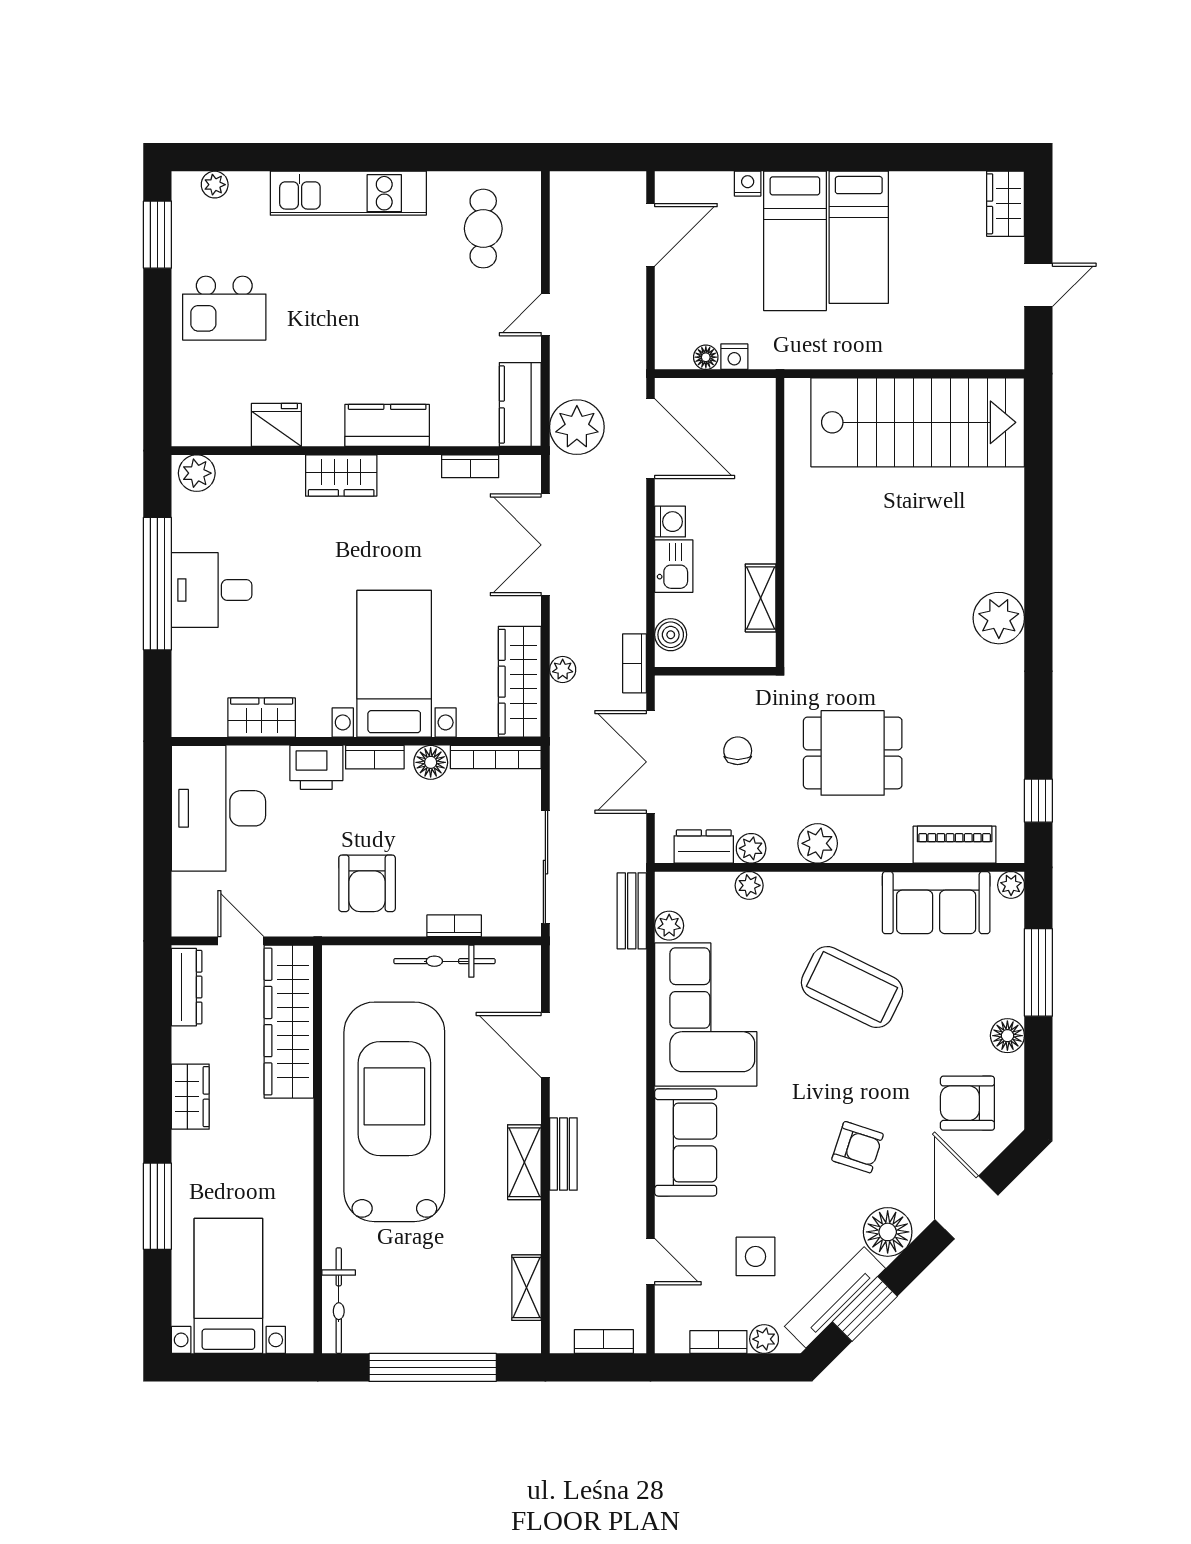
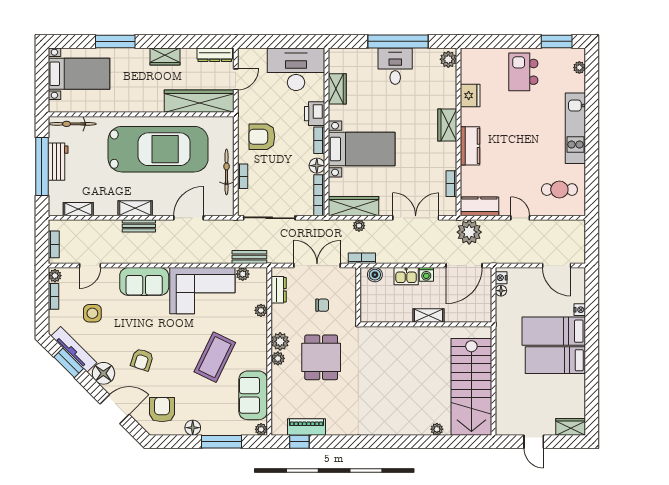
nightstand: (734, 357) -> (501, 278), moved
shelving: (761, 598) -> (429, 316), moved
plant: (999, 618) -> (437, 429), moved, width x0.53, depth x0.53
piano: (955, 845) -> (306, 427), moved, turned -90
plant: (751, 848) -> (278, 358), moved
workbench: (422, 1332) -> (58, 162), added
plant: (764, 1339) -> (55, 276), moved

